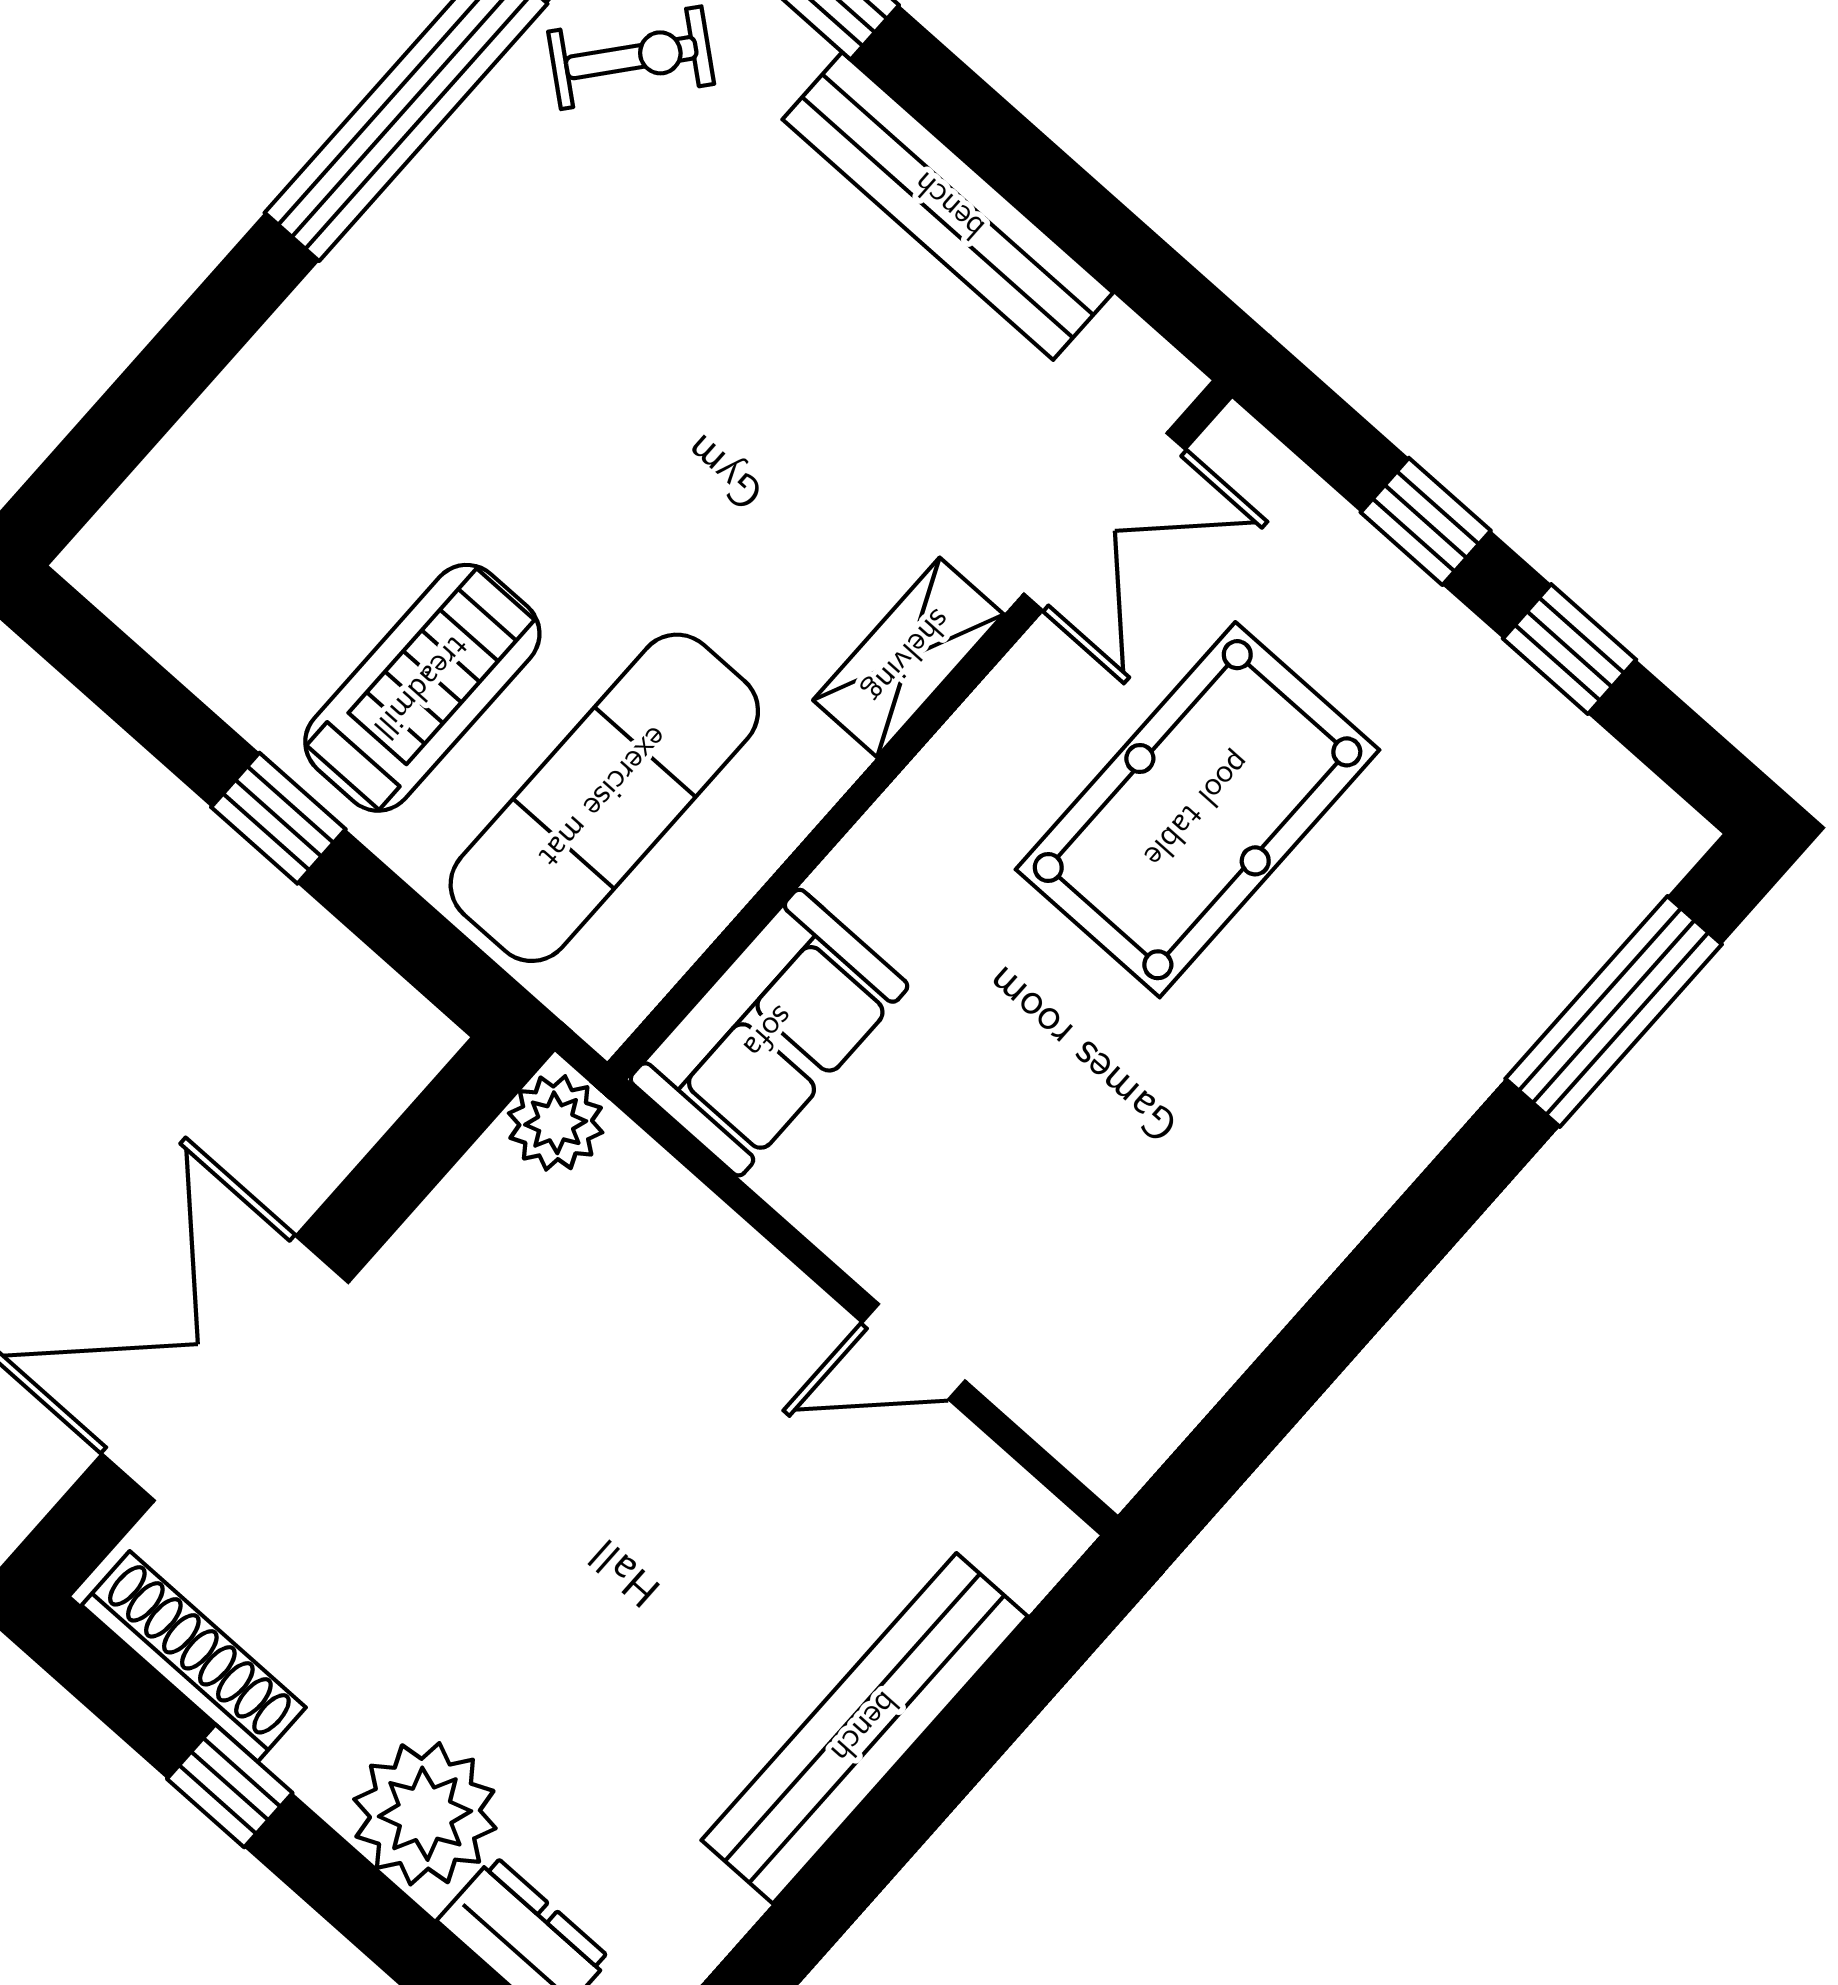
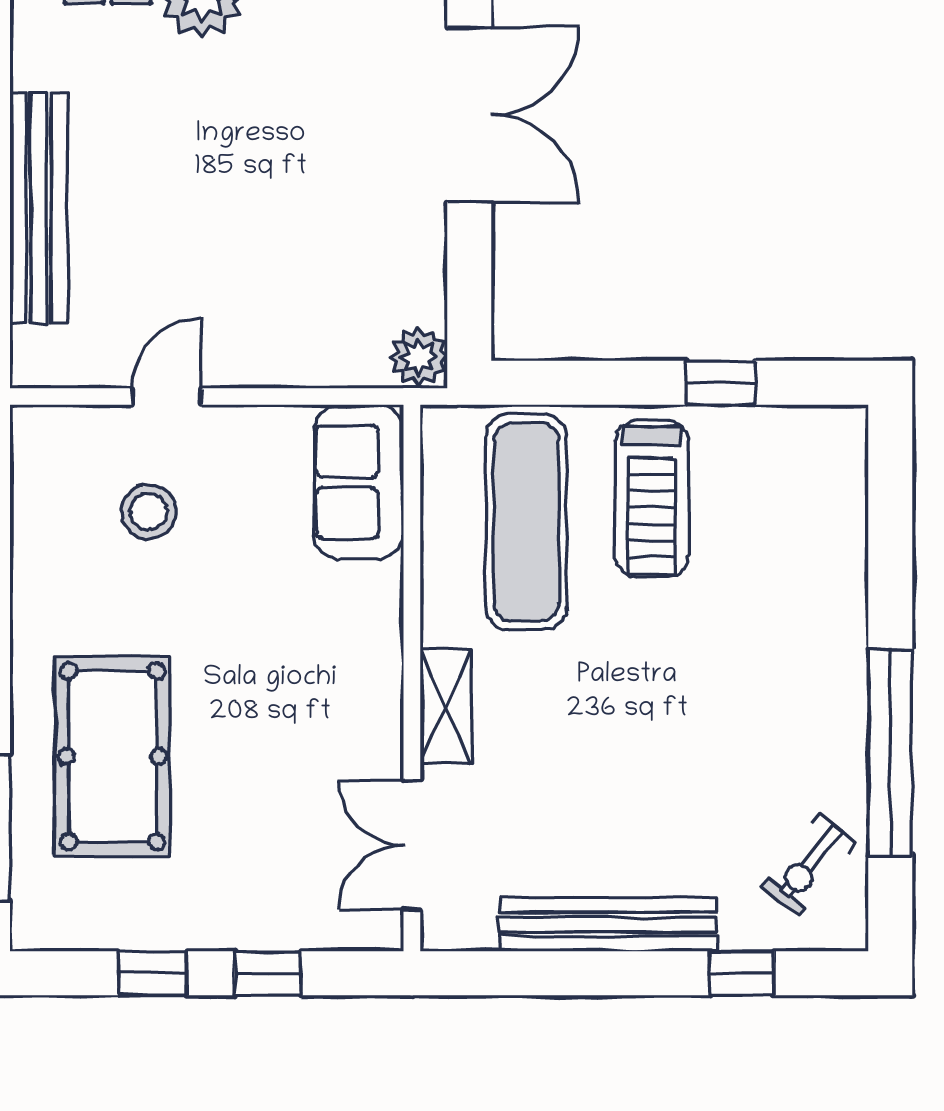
pool table: (1198, 810) -> (113, 756), moved
window: (278, 818) -> (721, 383), moved
stool: (1064, 1228) -> (148, 512), added

